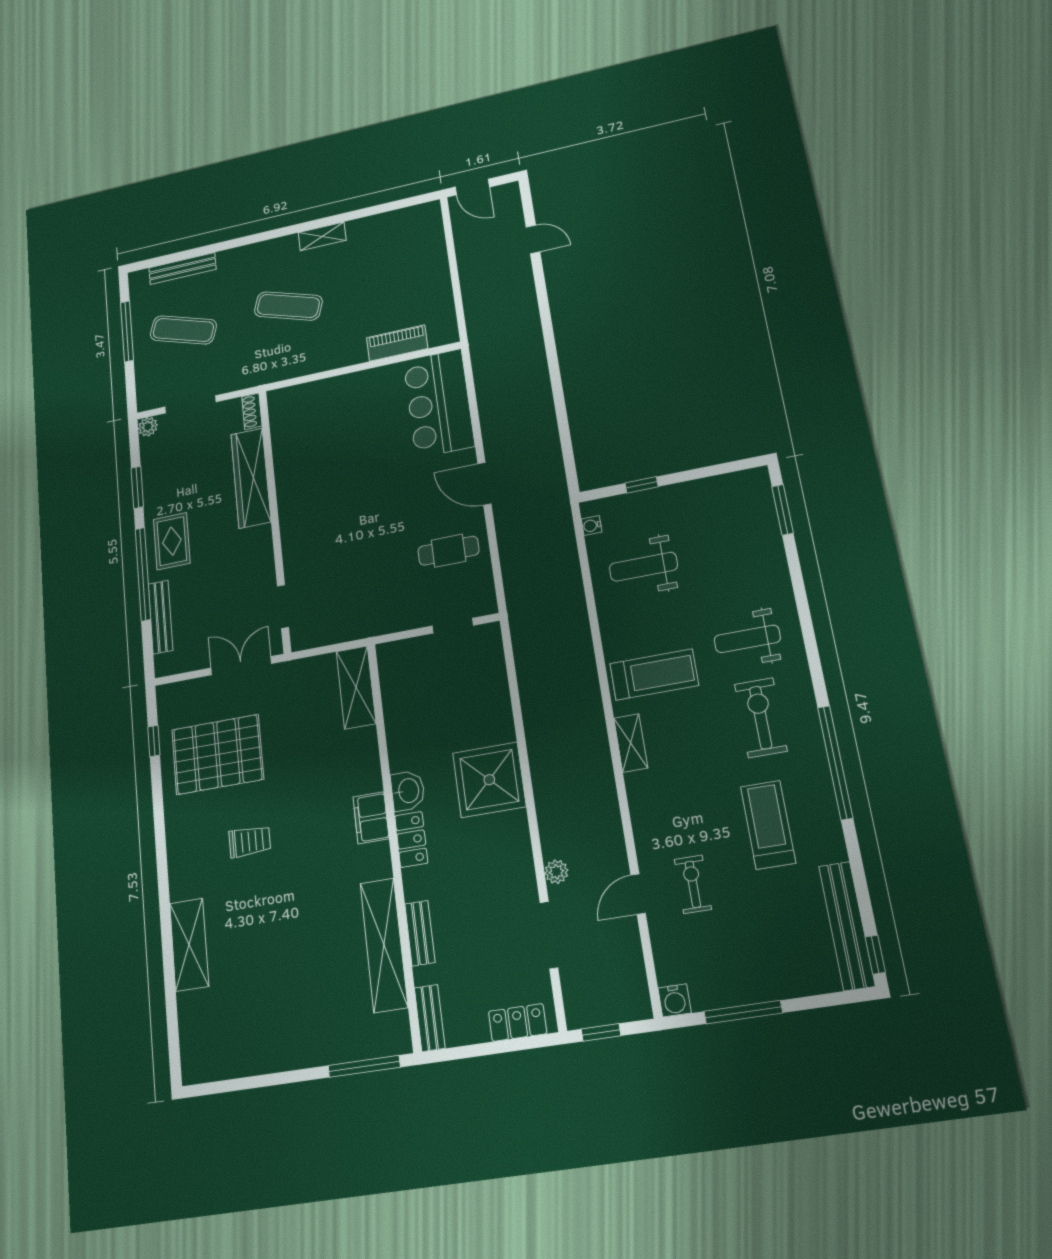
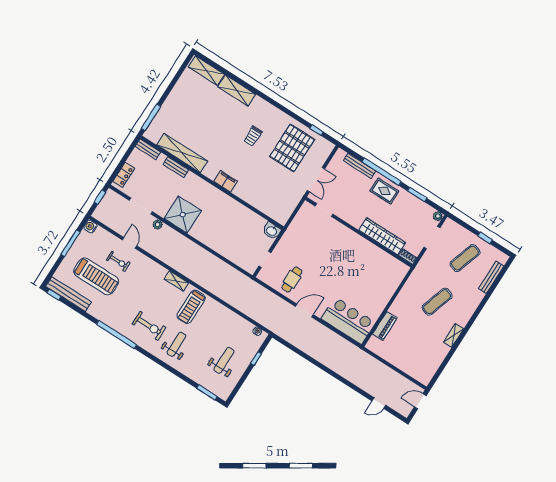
window: (127, 331) -> (485, 238), width x0.46
weight bench: (643, 567) -> (224, 360), moved
shelving: (356, 687) -> (206, 71), moved
shower: (489, 780) -> (183, 215), moved
washbasin: (408, 791) -> (272, 231), moved
treadmill: (768, 825) -> (96, 276), moved, width x1.37, depth x1.38
locker: (411, 839) -> (207, 188), removed

